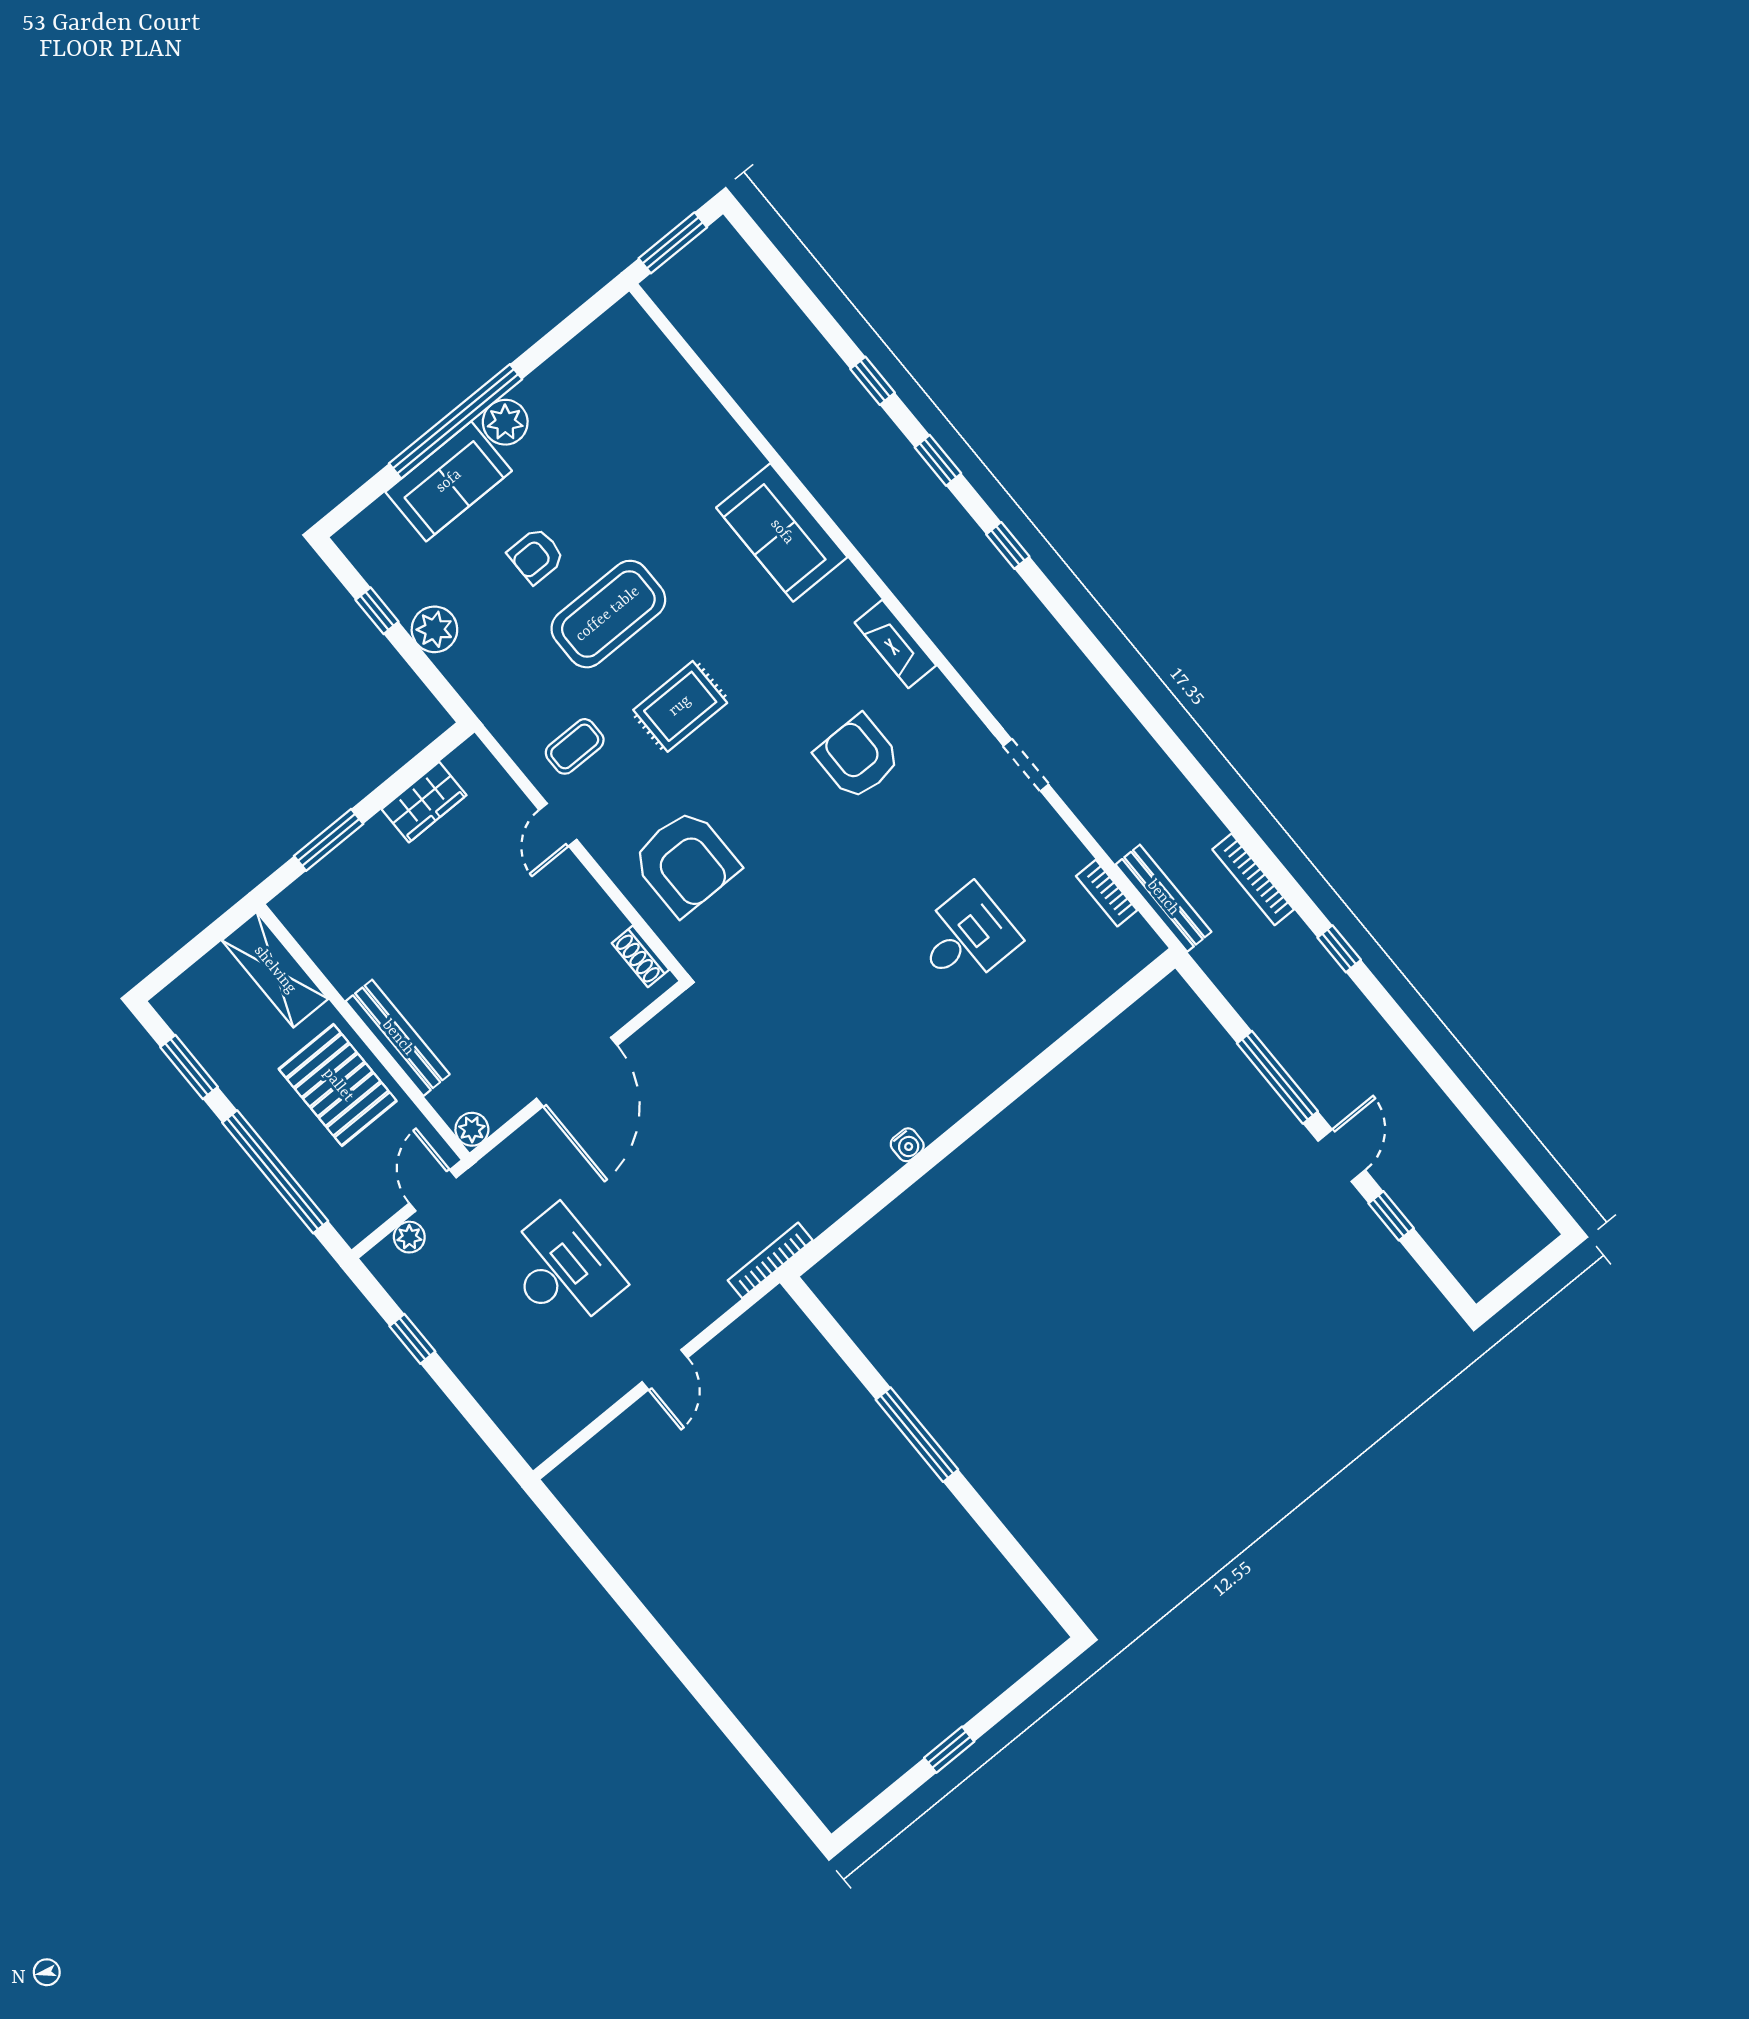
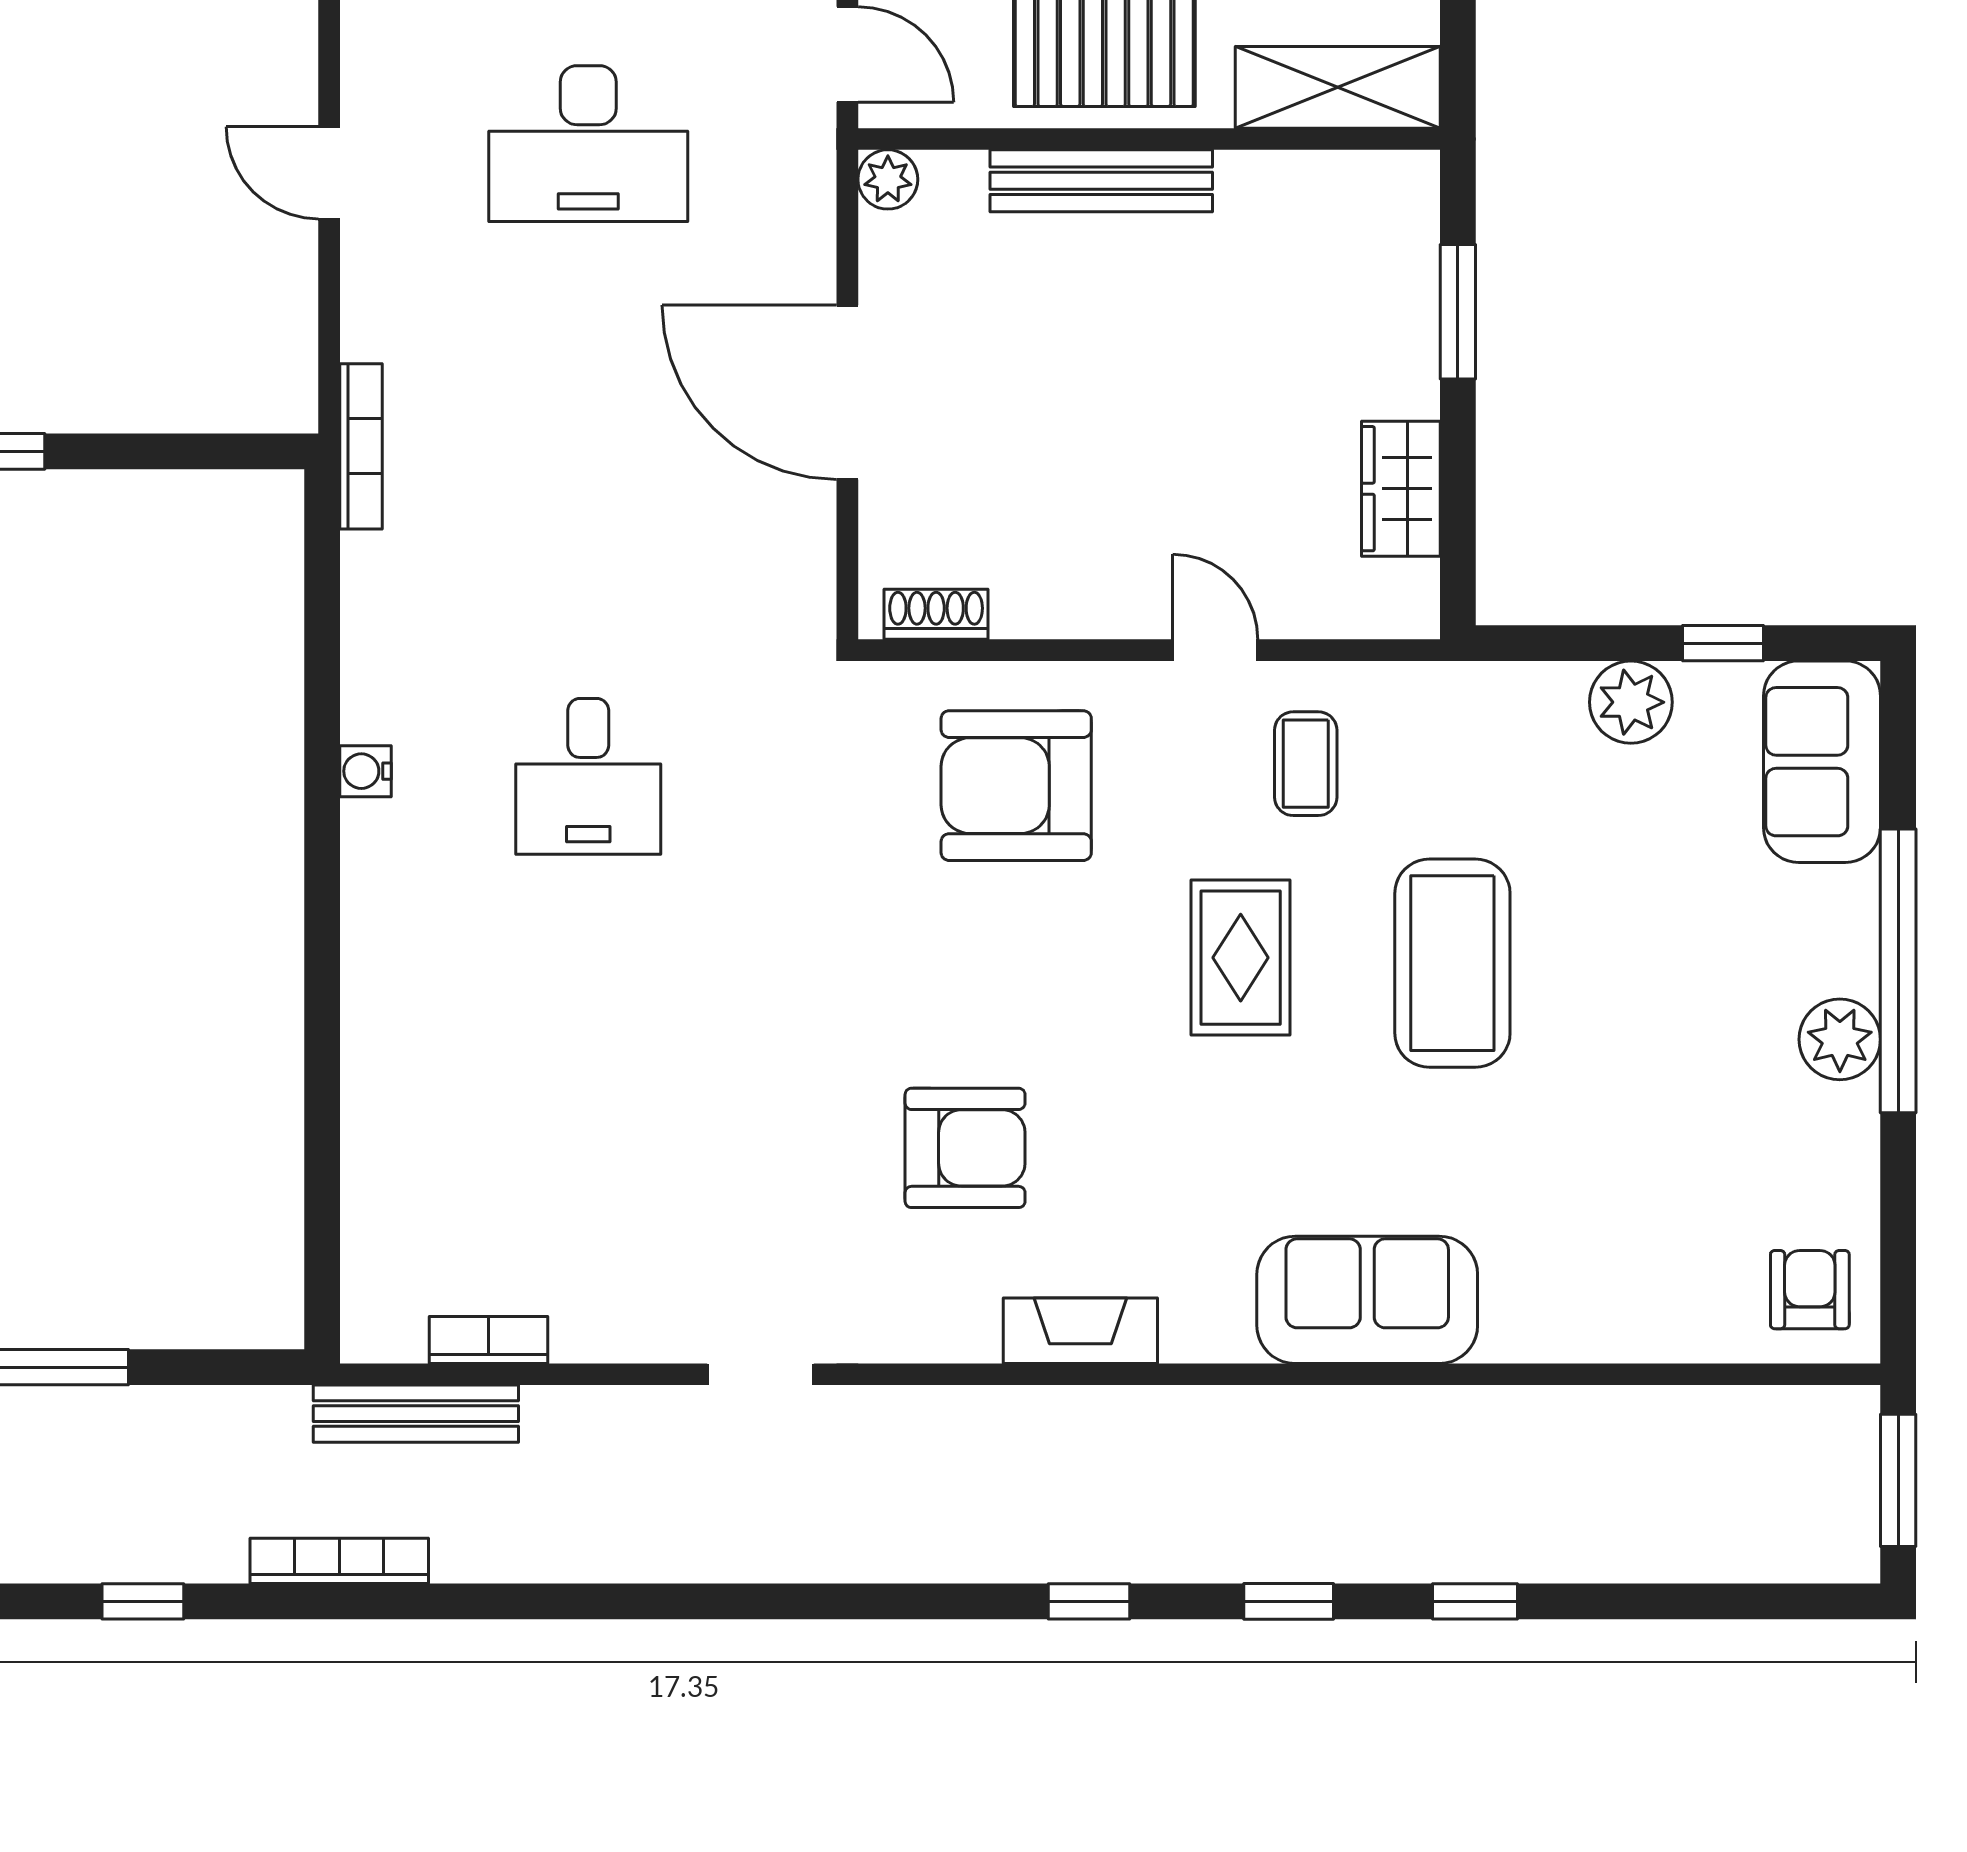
sofa: (449, 481) -> (1822, 762), moved
armchair: (536, 556) -> (1810, 1290), moved
desk: (966, 937) -> (588, 776), moved

